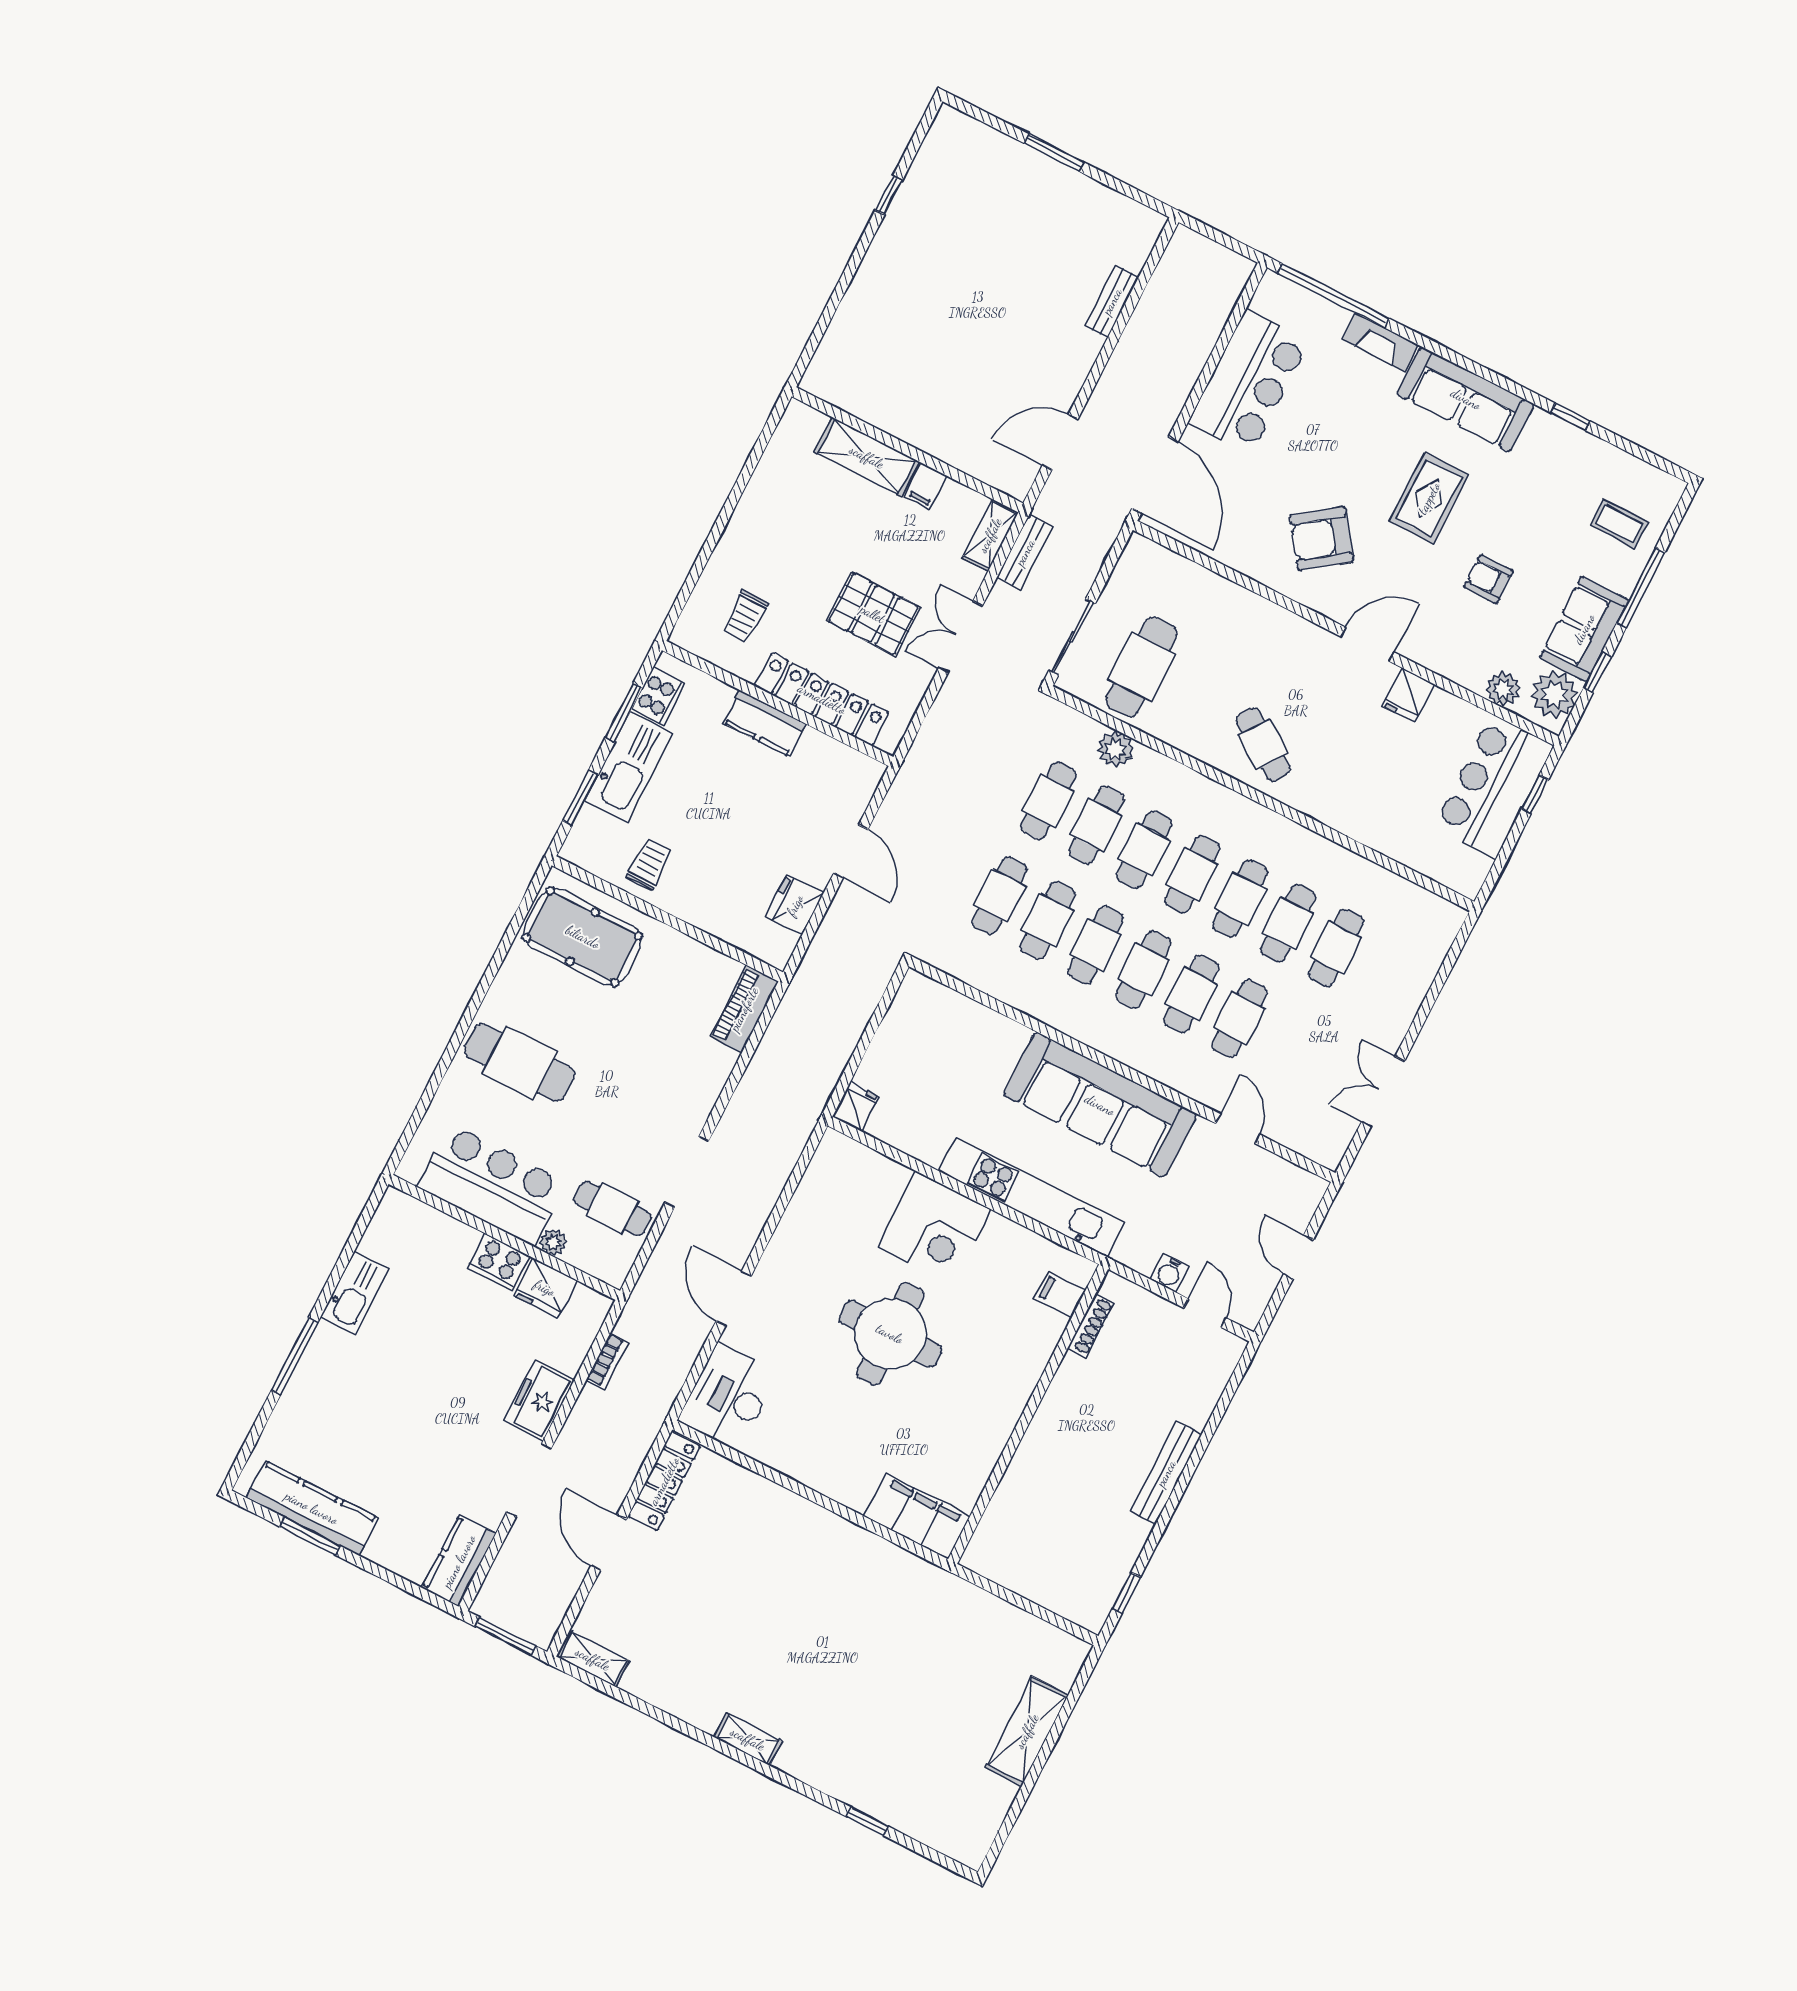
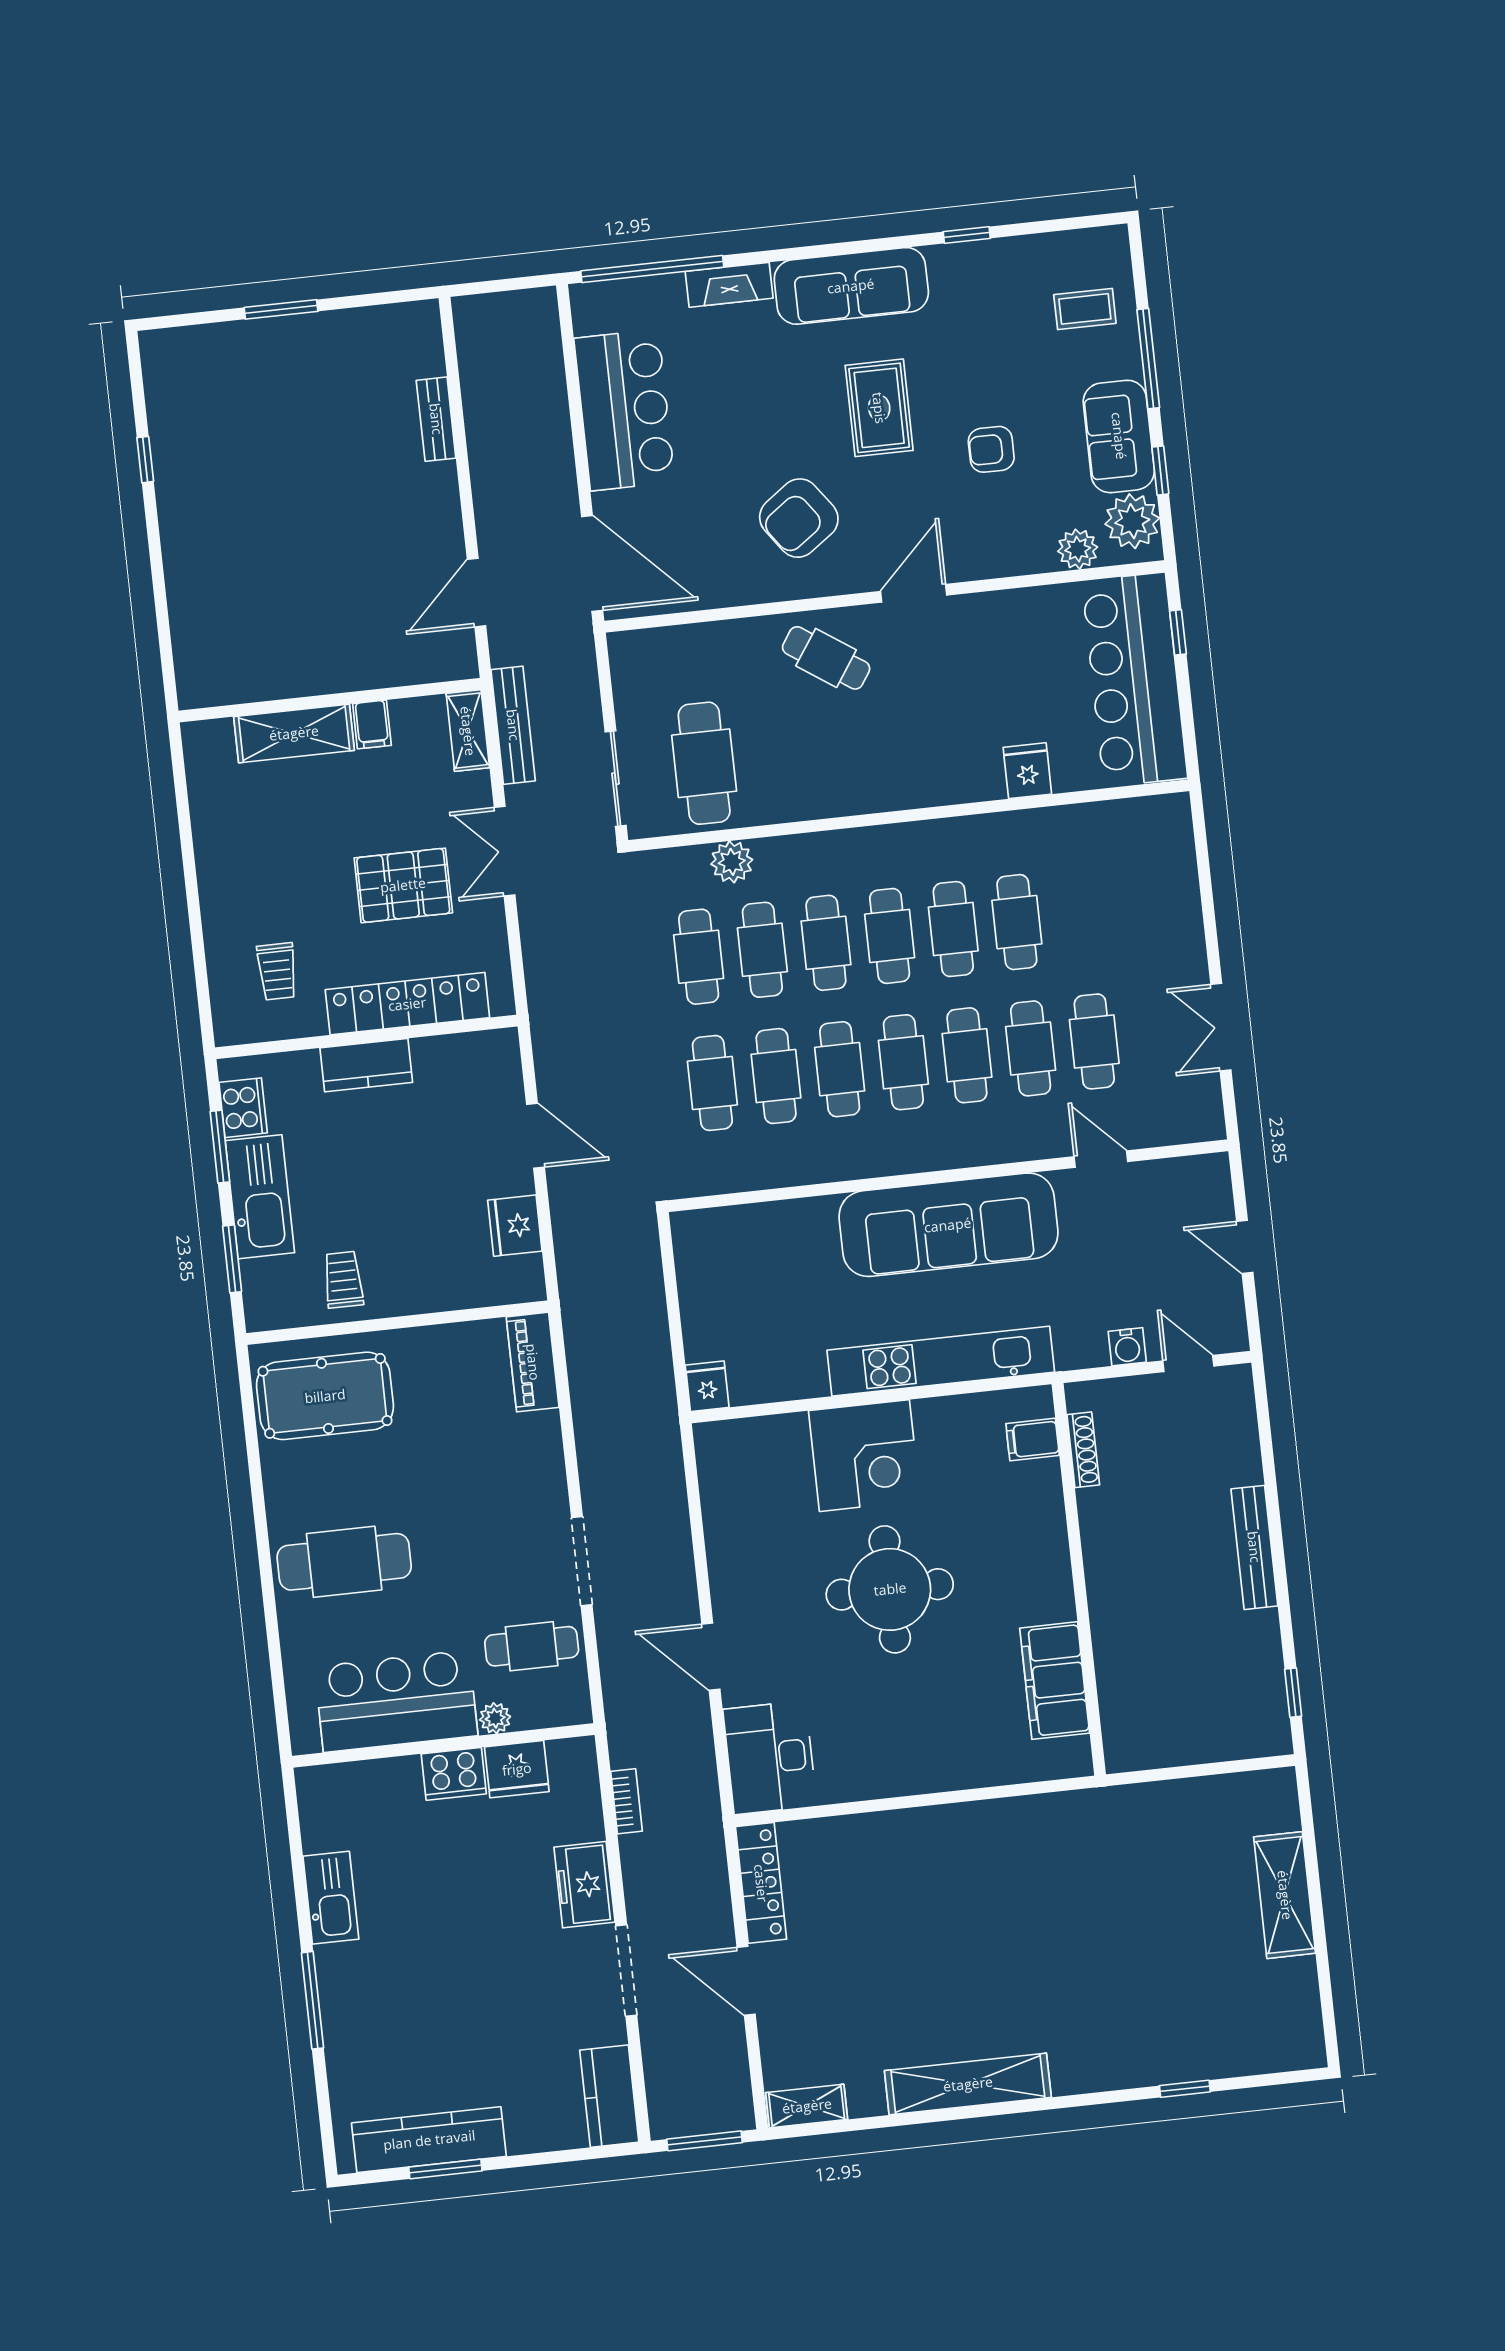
bench: (1025, 552) -> (513, 725), width x1.36
fridge: (1408, 695) -> (1027, 771), moved, turned 180
cafe table: (1263, 744) -> (826, 658), moved
bar counter: (1494, 786) -> (1135, 680), width x1.36
cafe table: (1336, 948) -> (1094, 1041), moved
filing cabinet: (917, 1516) -> (1055, 1681), moved, turned -90
shelving: (748, 1739) -> (968, 2084), width x2.20, depth x1.33

